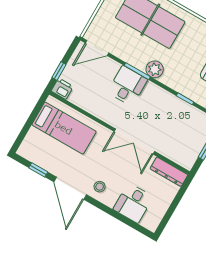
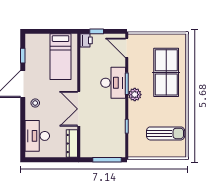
desk: (127, 86) -> (113, 83), width x1.37
desk: (133, 203) -> (37, 136), width x1.37

